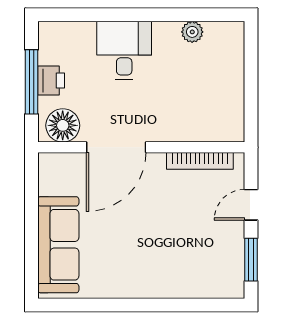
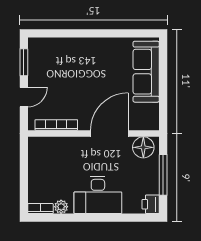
bookcase: (225, 29) -> (40, 209), added
desk: (124, 50) -> (98, 195), width x1.37
printer: (51, 81) -> (151, 204), moved

